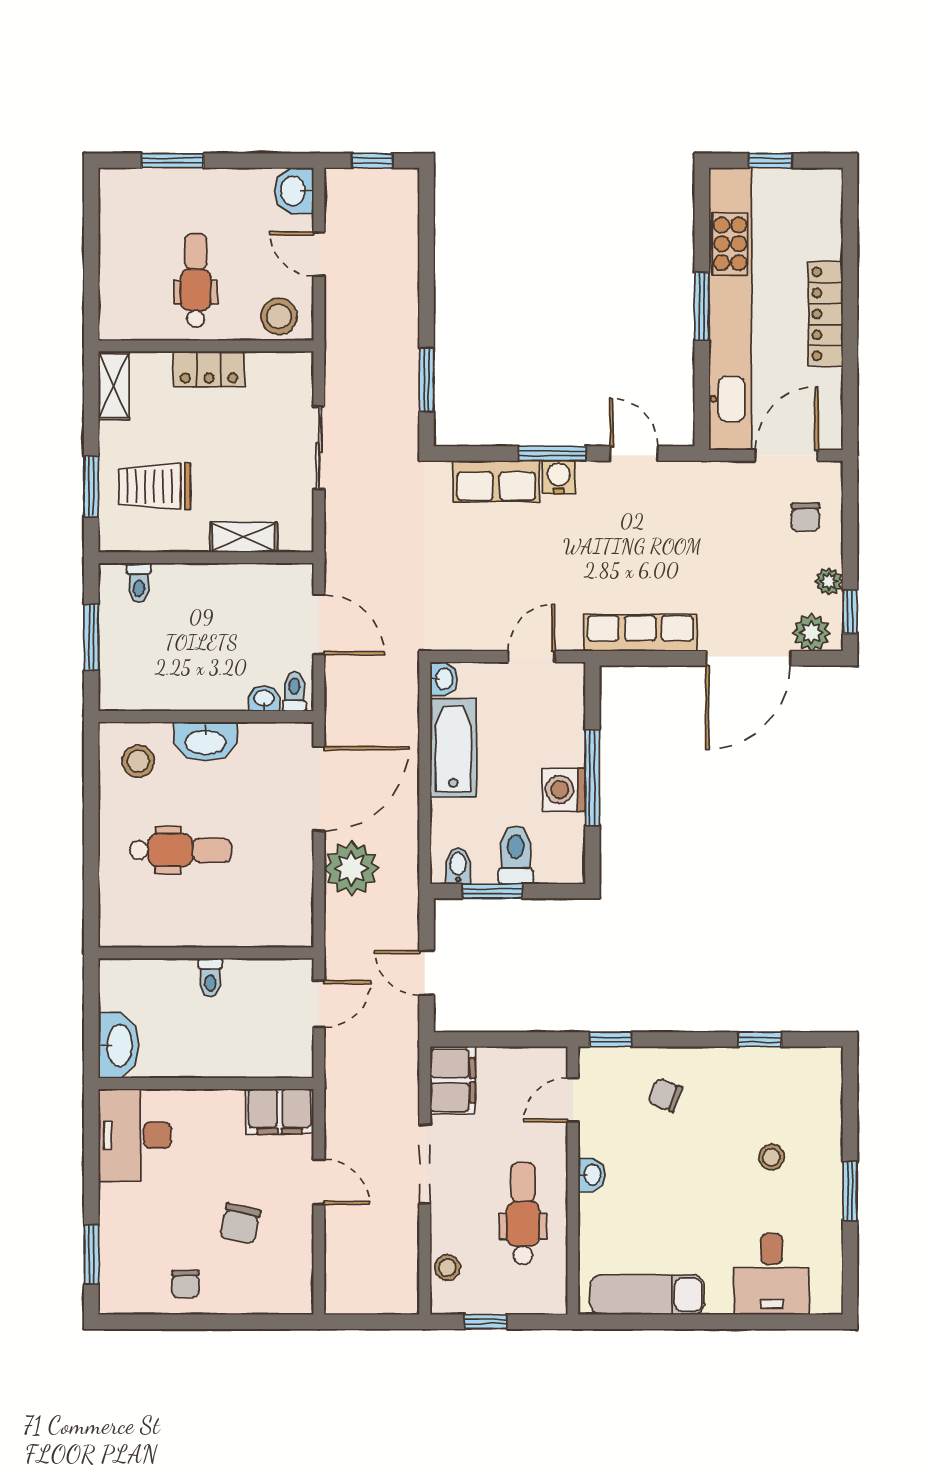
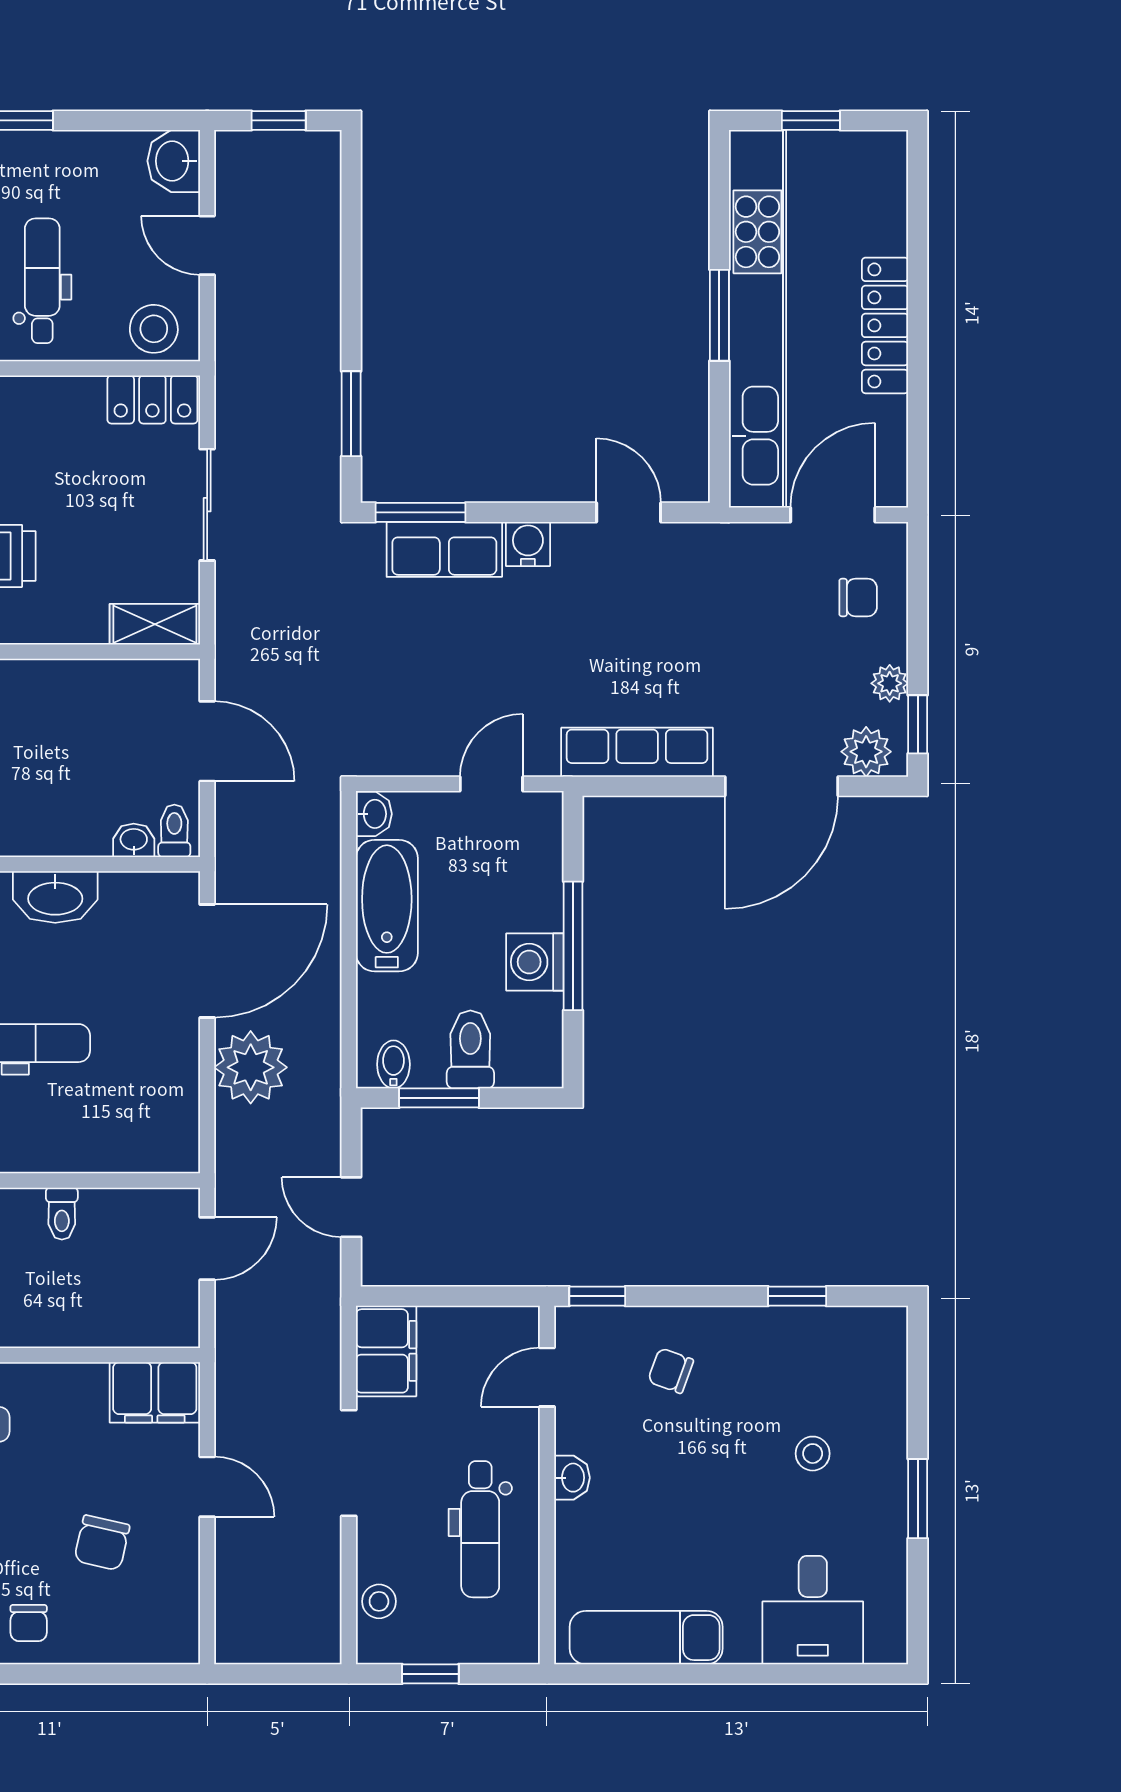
locker: (209, 369) -> (152, 399), moved
window: (552, 454) -> (421, 512), moved
chair: (806, 517) -> (858, 597), turned -90
shelving: (244, 537) -> (155, 624), moved
dental chair: (523, 1214) -> (480, 1529), turned 180

